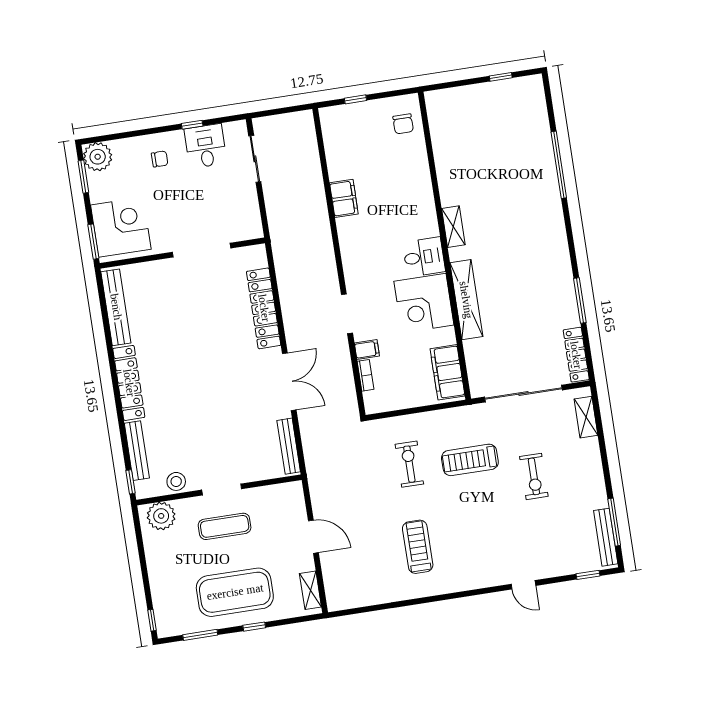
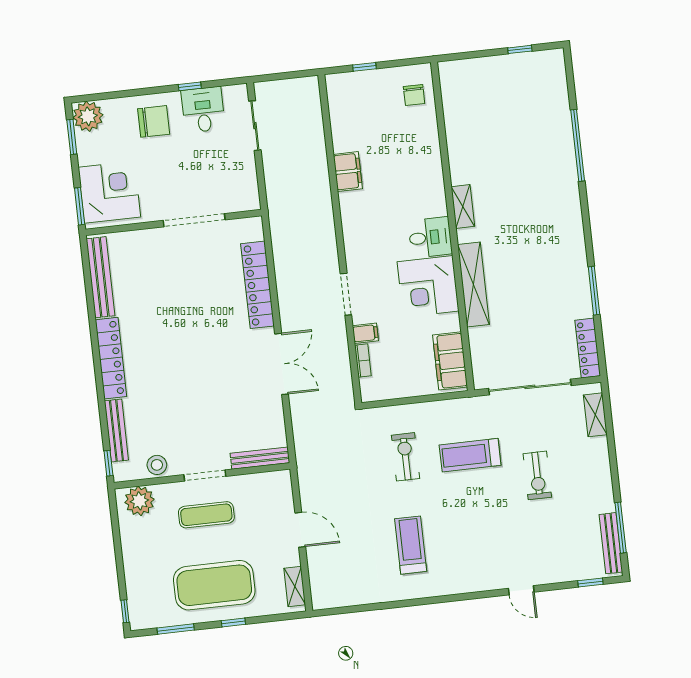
chair: (160, 159) -> (154, 121), width x1.87, depth x1.87
bench: (289, 446) -> (260, 458), moved, turned 90

